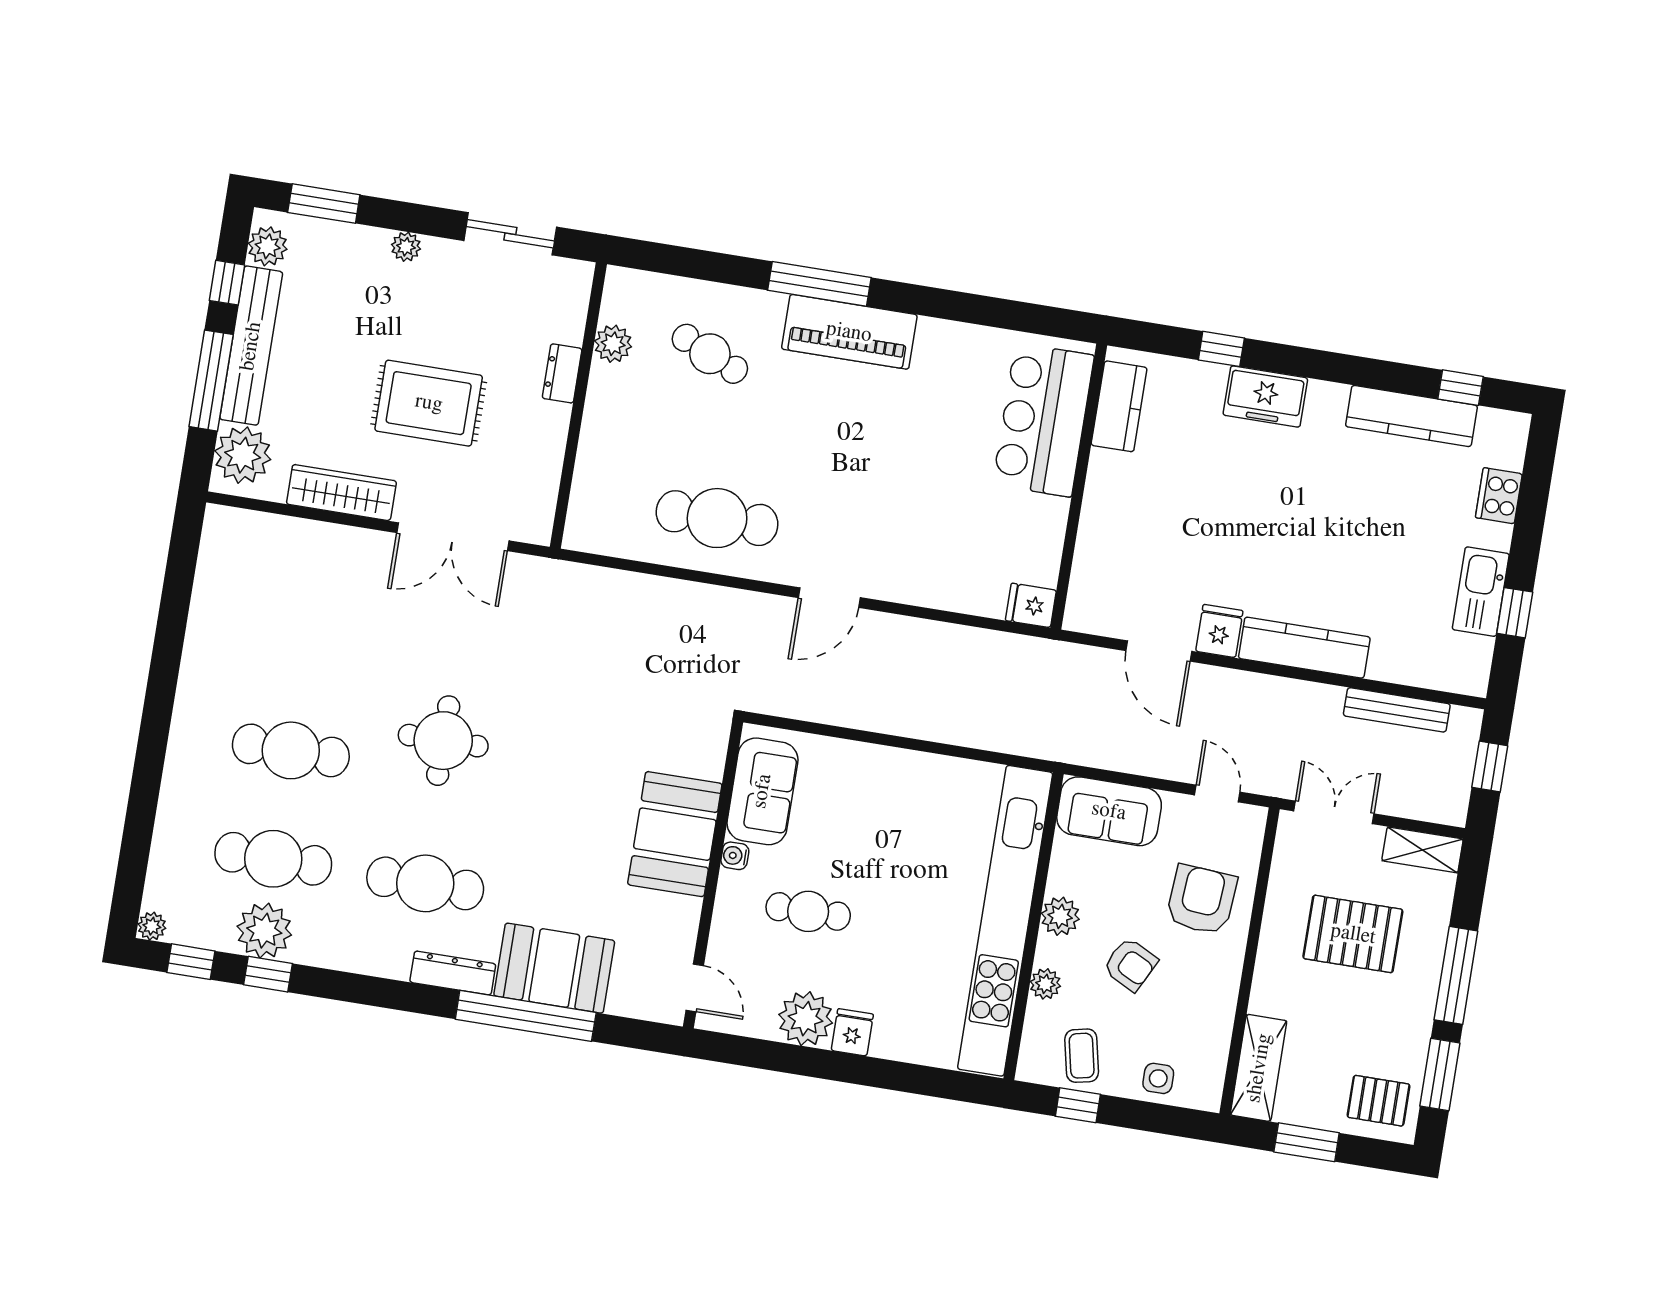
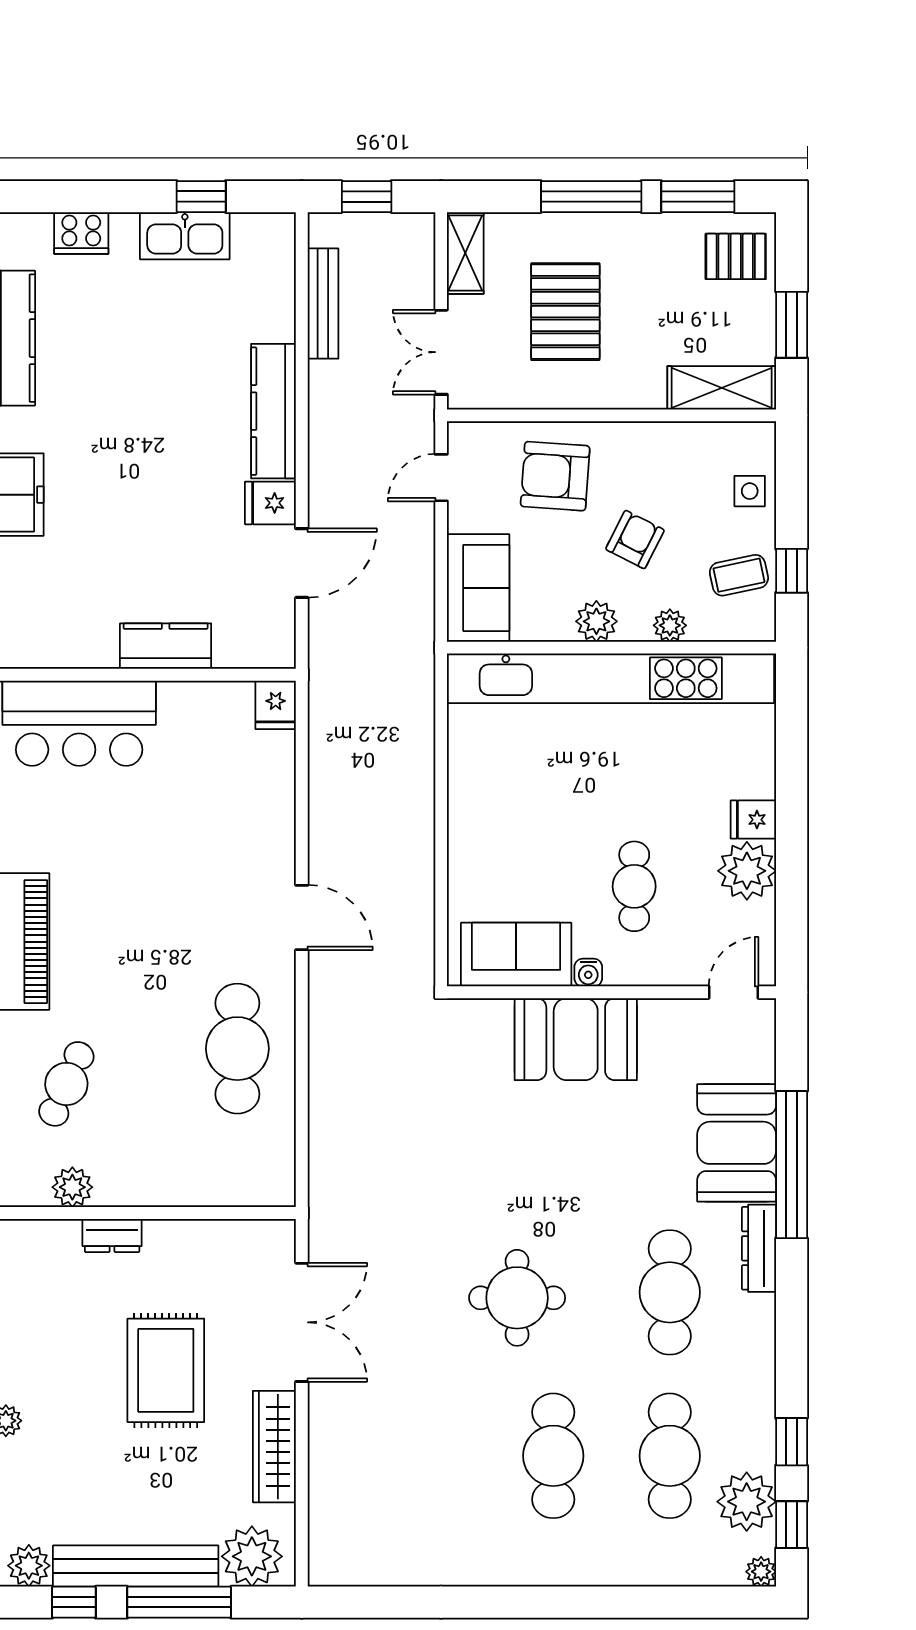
kitchen counter: (1119, 406) -> (166, 646), moved
plant: (264, 931) -> (747, 1502), moved
pallet: (1379, 1101) -> (736, 256), turned 90

